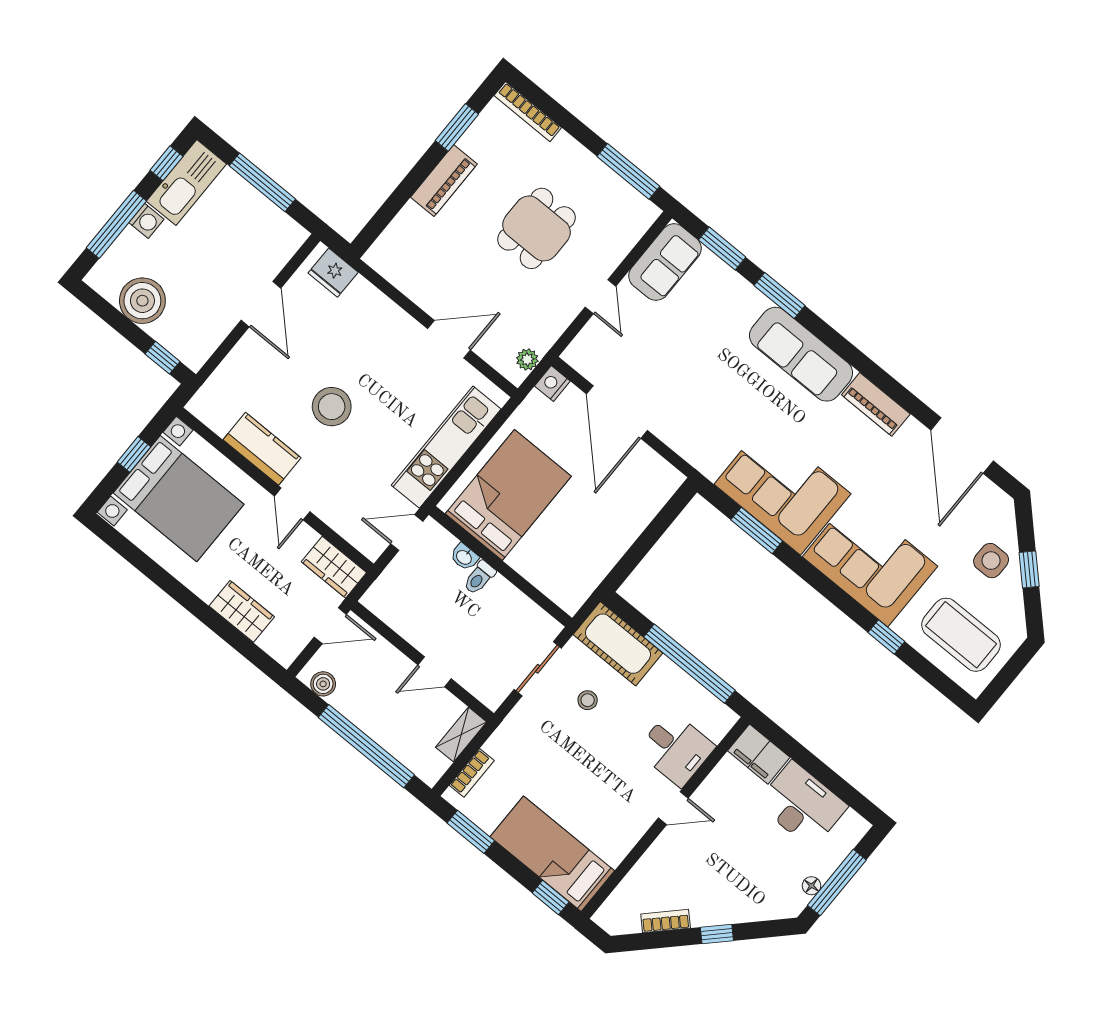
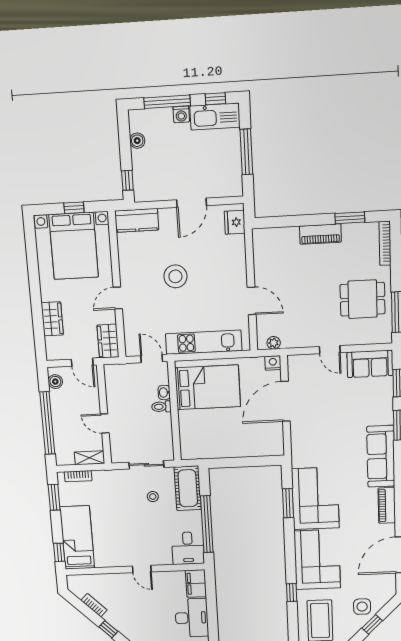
dining table: (536, 228) -> (363, 299), moved
door: (601, 297) -> (330, 350), hinge flipped
boiler: (142, 301) -> (137, 141), width x0.54, depth x0.54
kitchen counter: (262, 449) -> (137, 220), moved, turned 90
desk: (676, 749) -> (188, 548), moved

